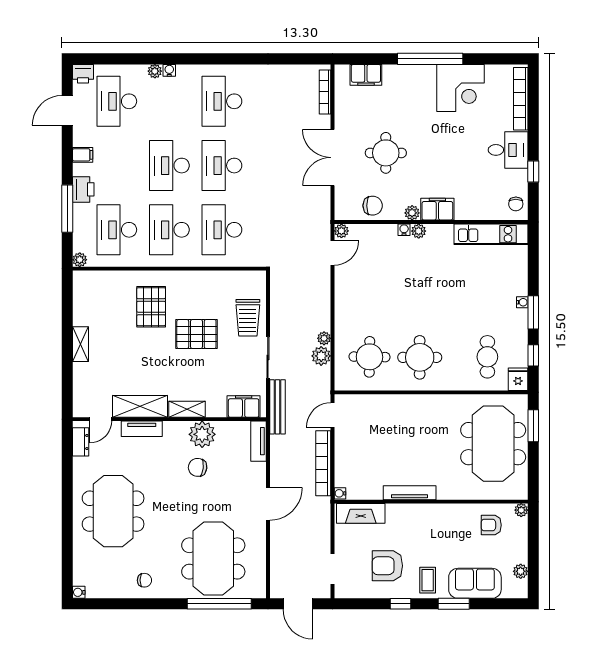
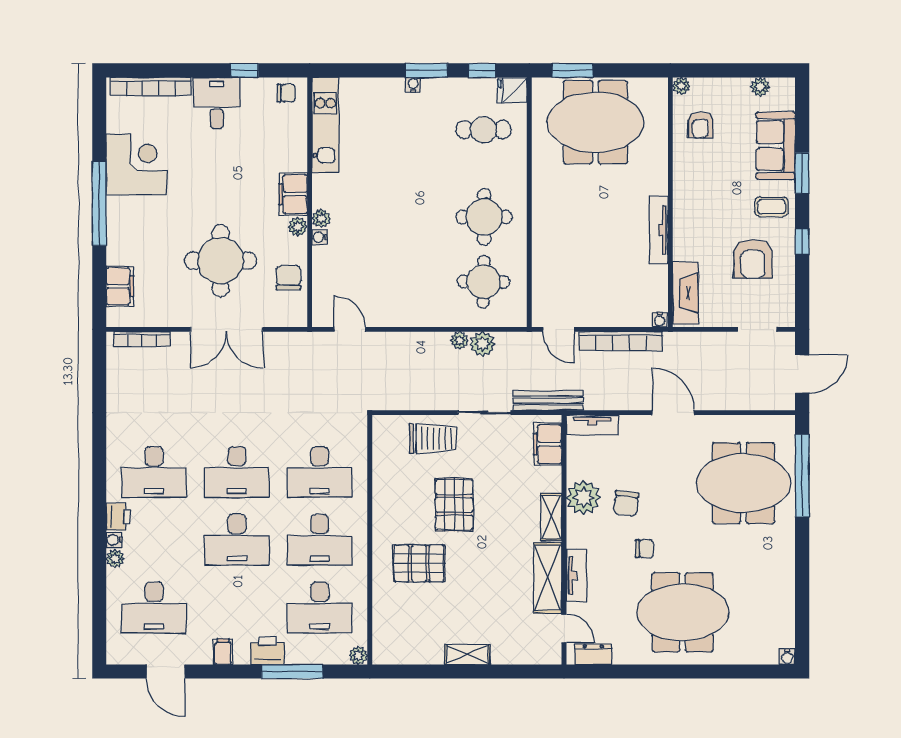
printer: (83, 74) -> (118, 517), moved
round table: (386, 153) -> (221, 261), width x1.36, depth x1.36
plant: (341, 231) -> (321, 318), removed
chair: (144, 580) -> (645, 549), moved, turned 90

